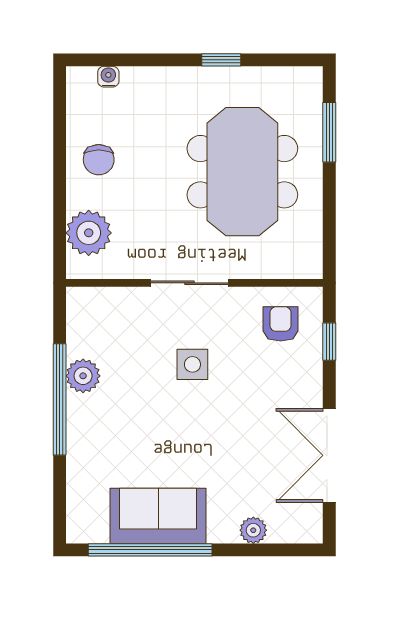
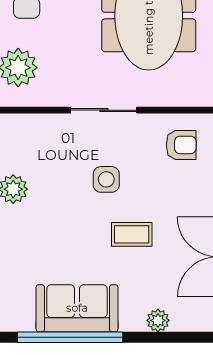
armchair: (281, 324) -> (181, 145), turned 90
coffee table: (222, 429) -> (132, 234), added

